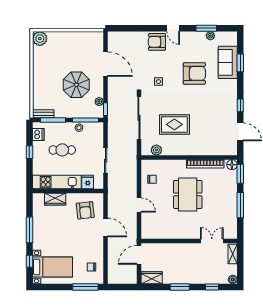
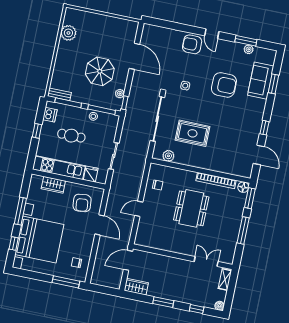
plant: (40, 39) -> (68, 33), moved
door: (139, 205) -> (139, 209), swing flipped
bed with nightstands: (53, 267) -> (39, 239), width x1.85

